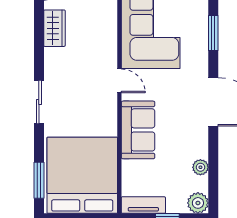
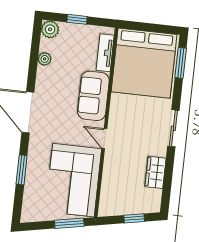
wardrobe: (54, 28) -> (155, 172), moved
tv unit: (143, 205) -> (105, 53), moved, turned 90

